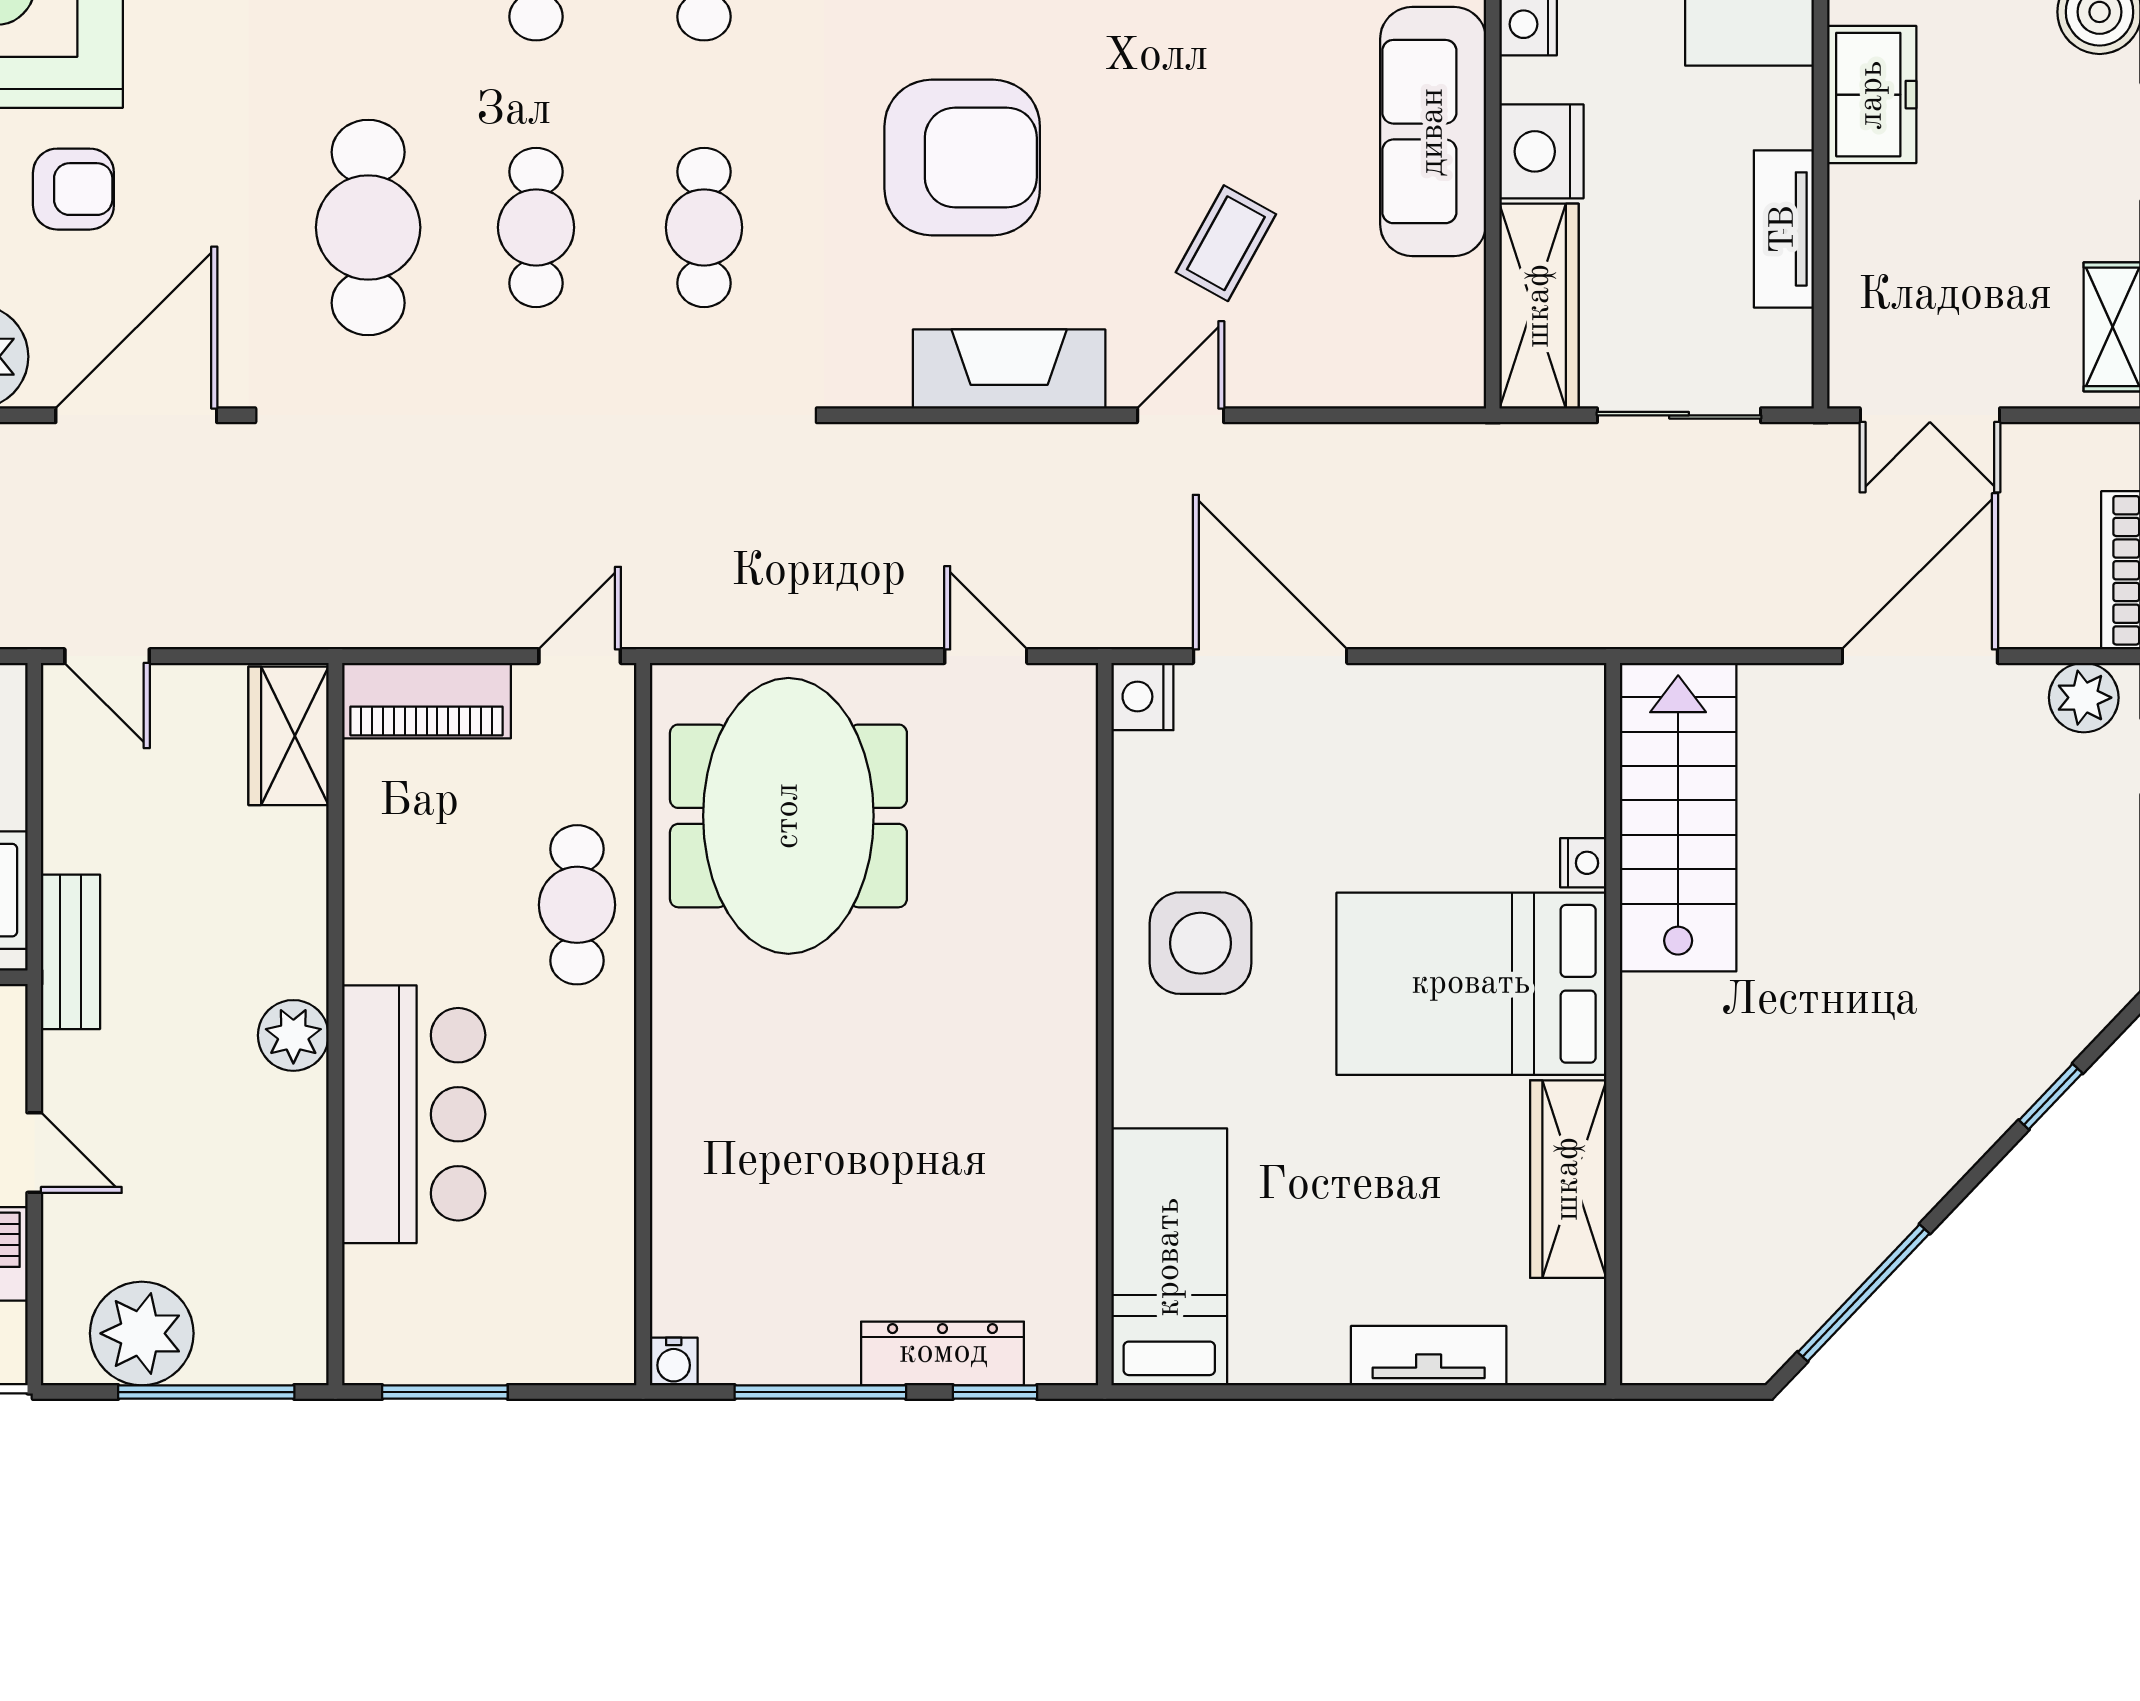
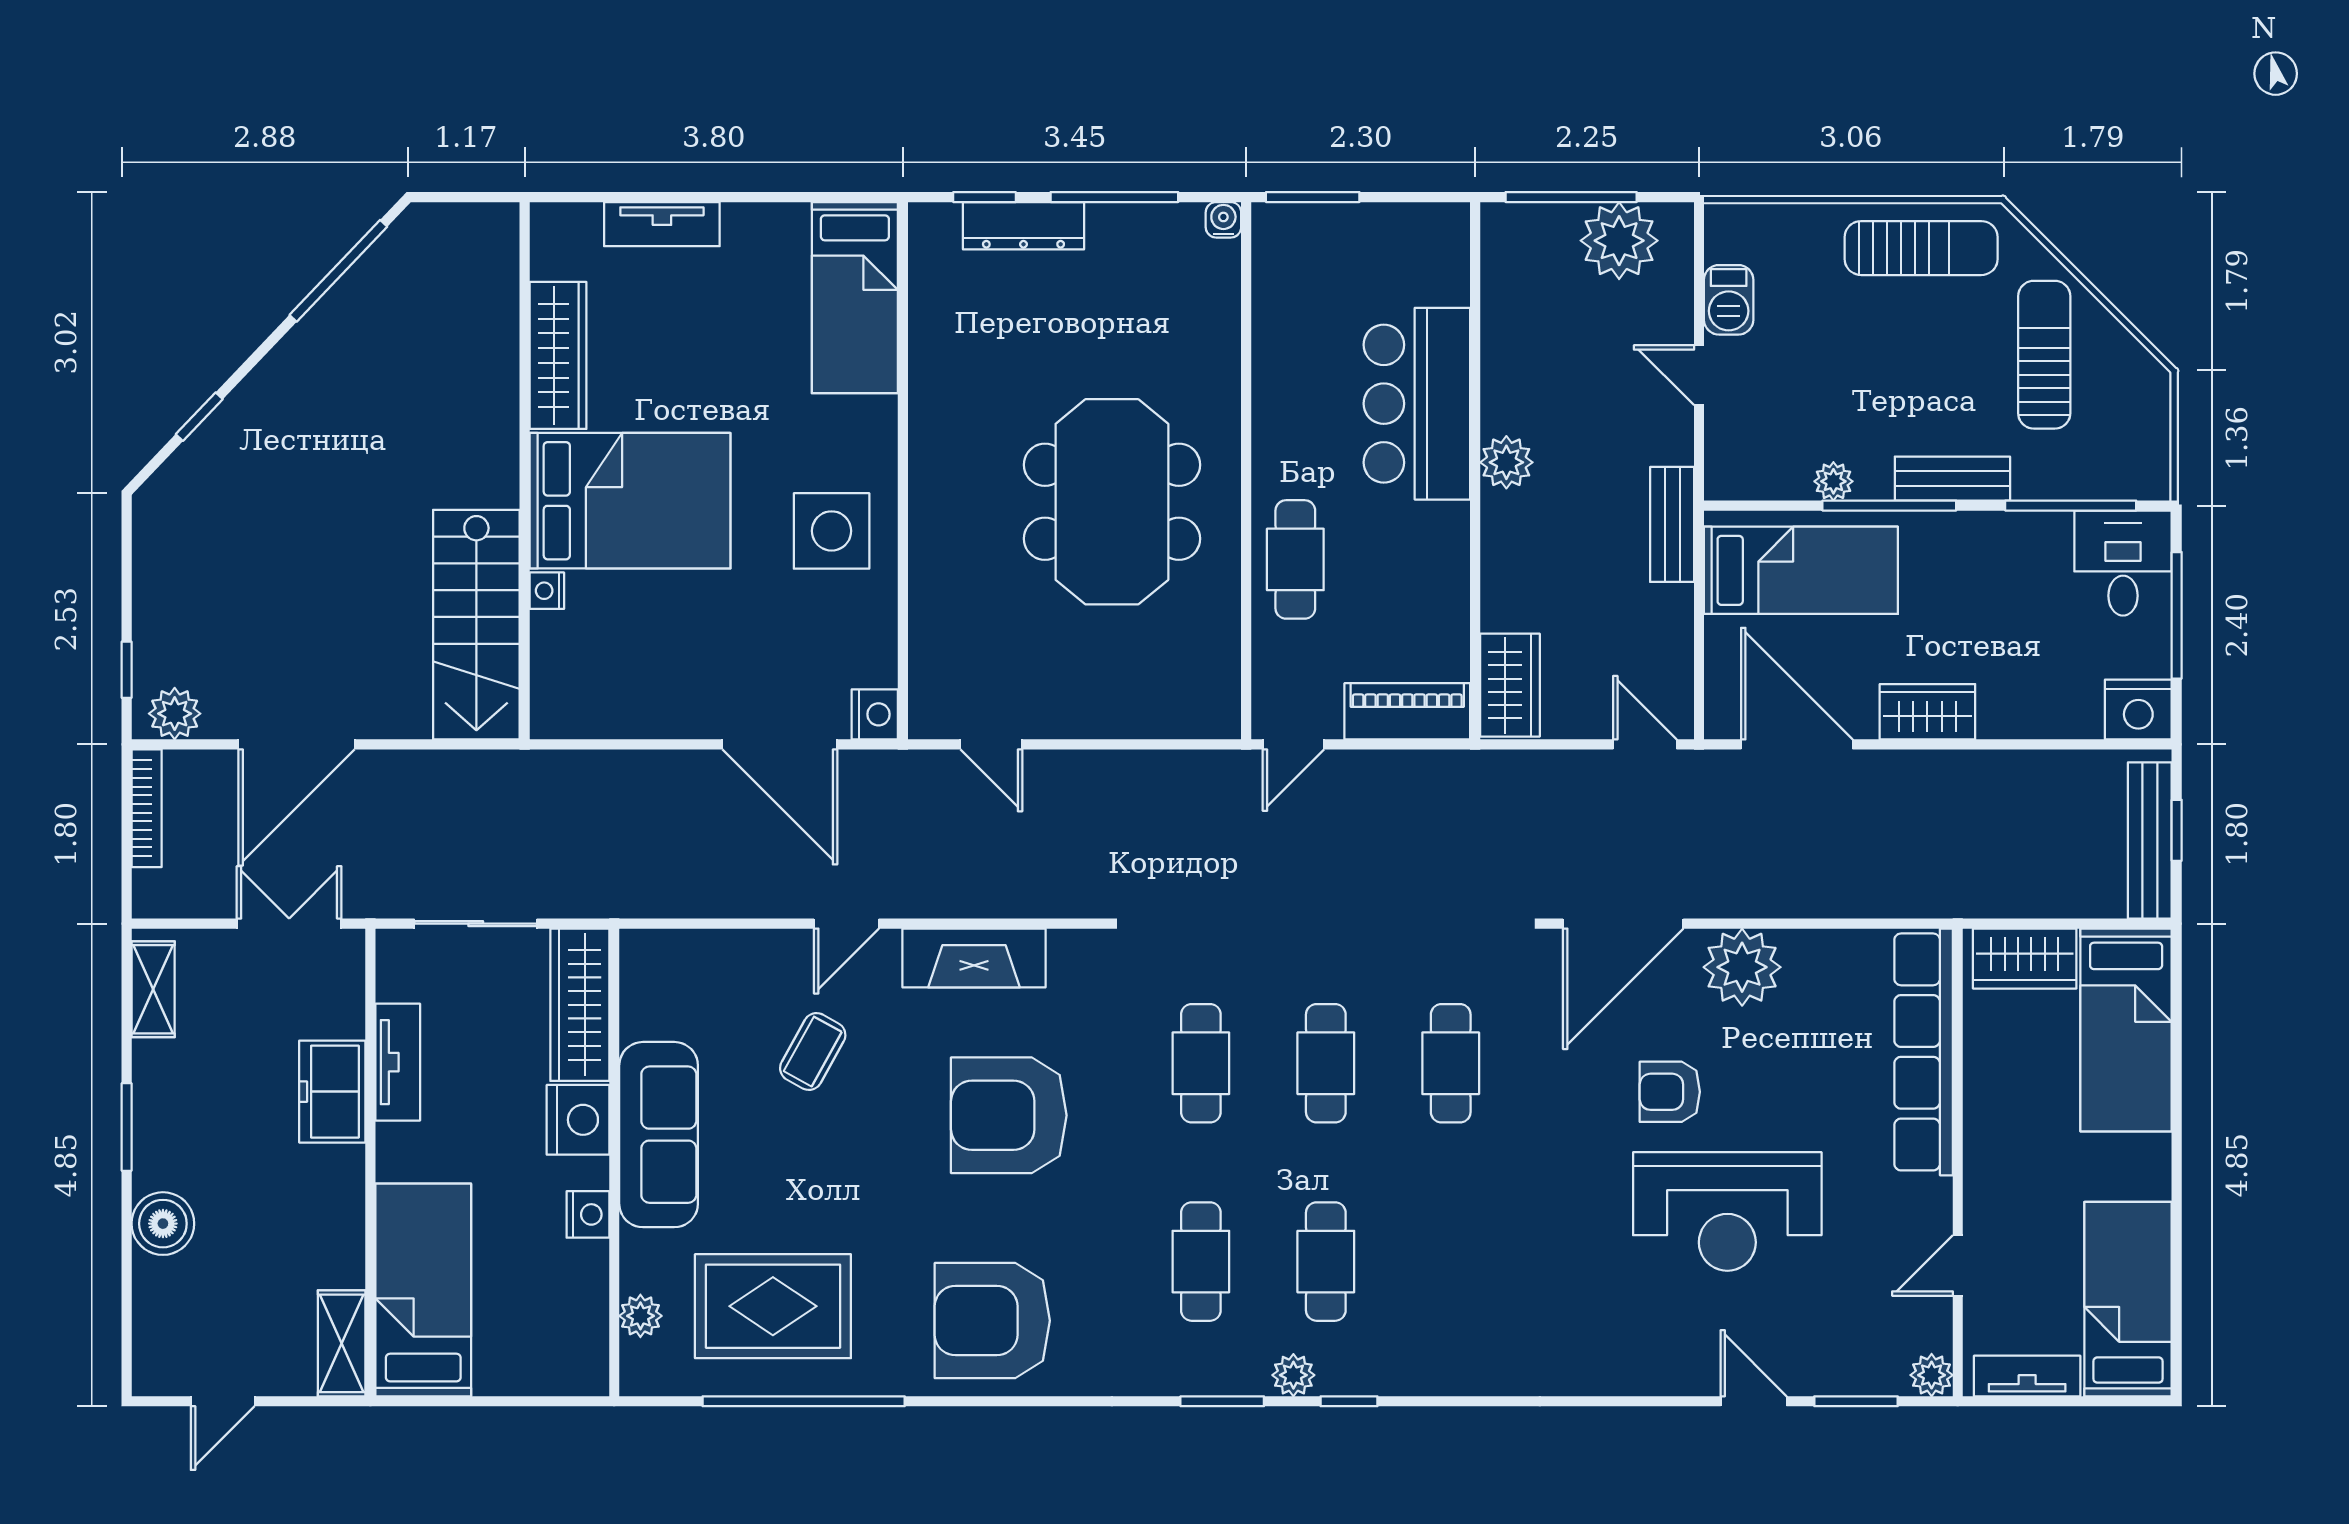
freezer: (1872, 95) -> (332, 1092), moved
cafe table: (368, 227) -> (1451, 1063), width x0.73, depth x0.74
meeting table: (788, 816) -> (1112, 502), moved
window: (445, 1392) -> (1313, 197), moved

